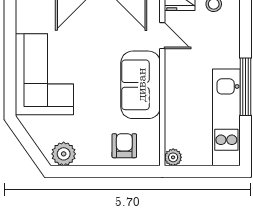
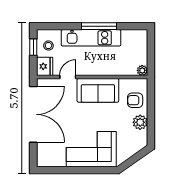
kitchen unit: (226, 117) -> (91, 38), moved
plant: (64, 154) -> (140, 122), moved

